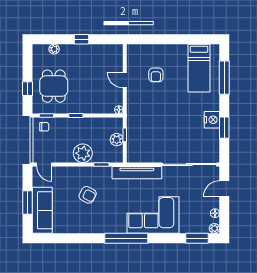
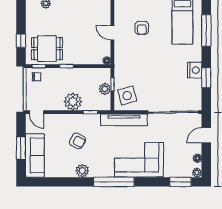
dining table: (54, 86) -> (47, 49), moved, turned 90
side table: (140, 147) -> (127, 96), added
plant: (93, 226) -> (82, 171), added

